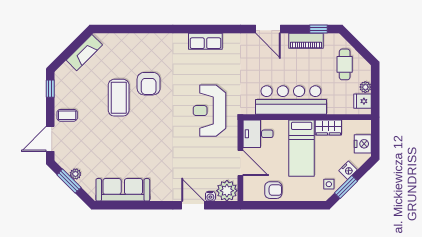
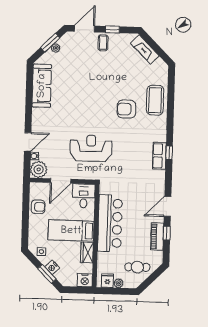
window: (201, 29) -> (169, 153), added
window: (318, 29) -> (167, 233), moved
fireplace: (84, 53) -> (145, 49), moved
window: (50, 89) -> (112, 30), moved
coffee table: (119, 98) -> (155, 100), moved, turned 90
reception desk: (210, 111) -> (91, 148), moved
door: (50, 139) -> (84, 29), hinge flipped
nightstand: (363, 144) -> (85, 280), moved
window: (346, 187) -> (47, 274), moved
armchair: (273, 190) -> (38, 207), turned -90

